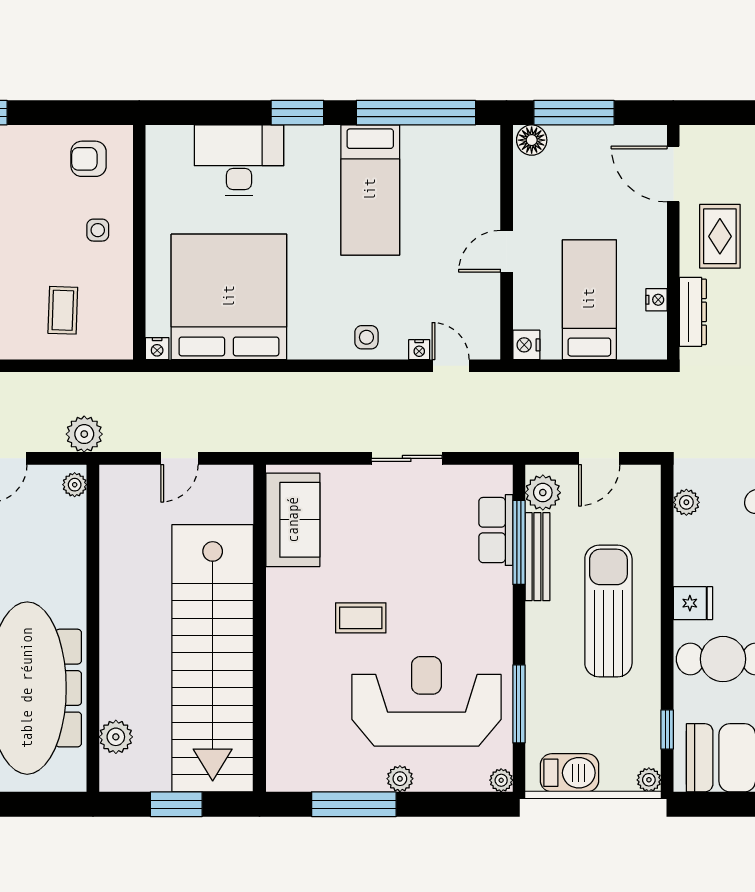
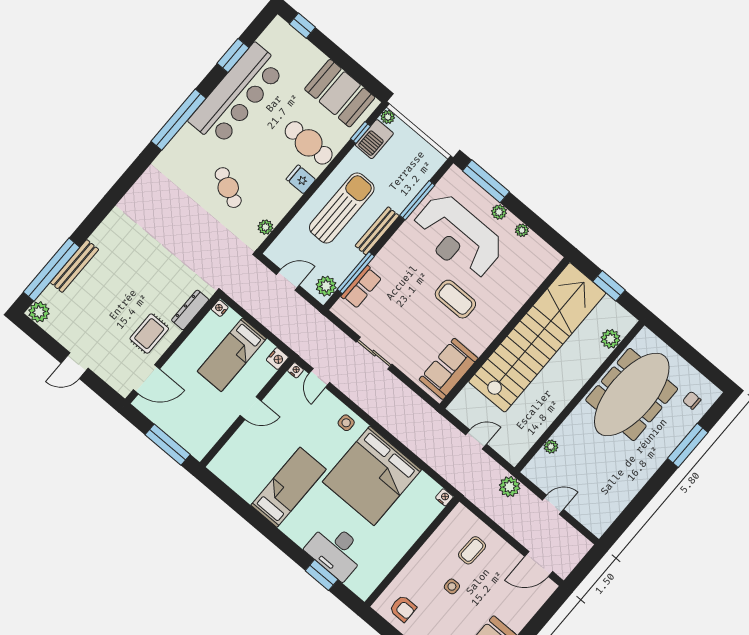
window: (297, 113) -> (322, 575), moved
window: (416, 113) -> (239, 505), removed
floor lamp: (532, 140) -> (197, 448), removed
door: (673, 174) -> (146, 379), hinge flipped
side table: (98, 230) -> (452, 586), moved
bed: (229, 297) -> (372, 476), moved
nightstand: (657, 300) -> (220, 308), moved
nightstand: (419, 350) -> (296, 370), moved
plant: (75, 485) -> (551, 447), moved
bench: (537, 557) -> (377, 231), moved
sun lounger: (608, 611) -> (342, 208), turned 180
coffee table: (361, 618) -> (455, 299), width x1.36, depth x1.30
barbecue: (569, 773) -> (374, 139), moved, turned -90
plant: (501, 780) -> (522, 230), moved
window: (354, 804) -> (486, 181), moved

